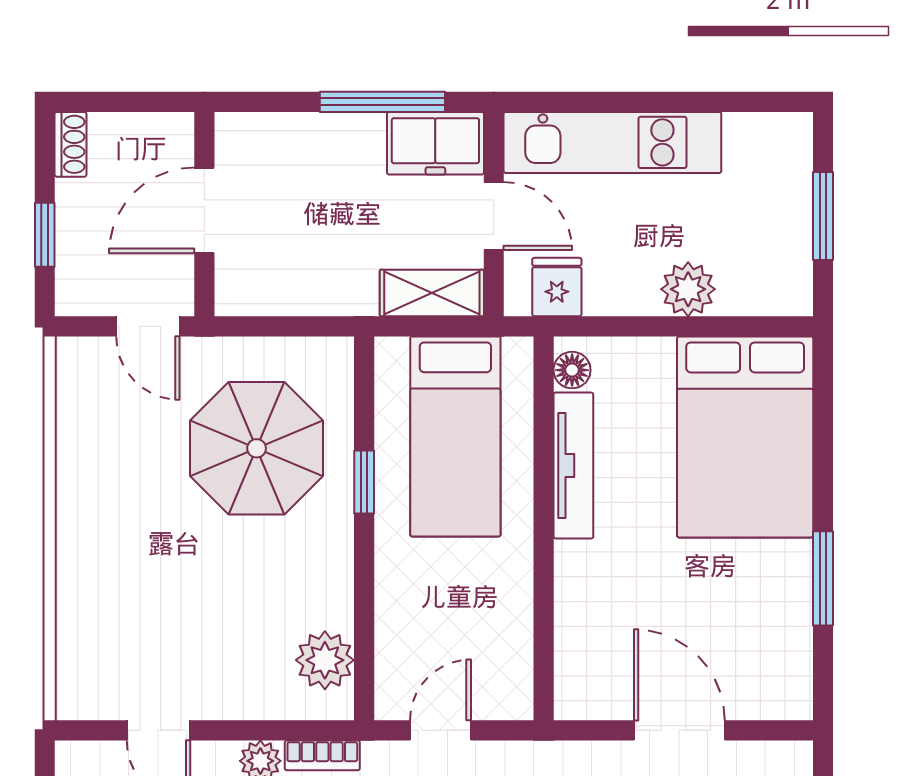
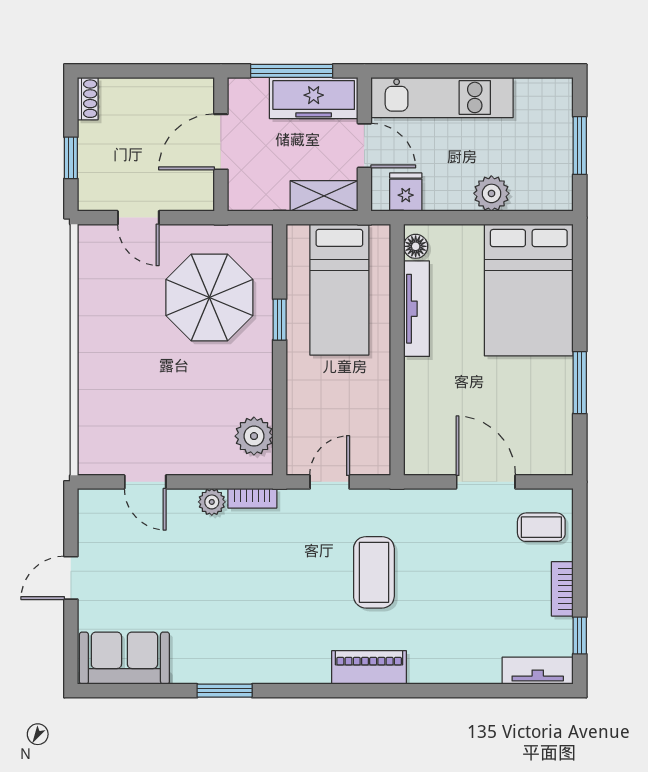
freezer: (435, 143) -> (314, 98), width x1.40
door: (204, 210) -> (221, 142), moved
wall: (204, 214) -> (221, 144), moved

